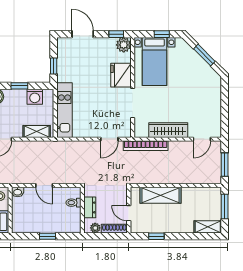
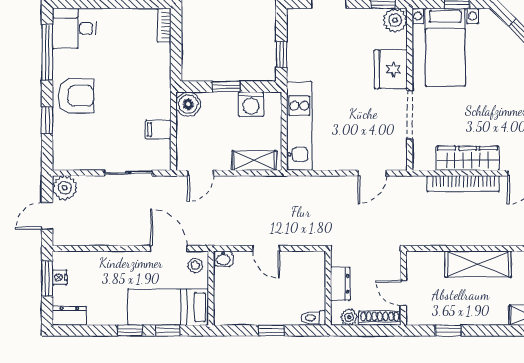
bookcase: (146, 146) -> (463, 184), moved
shelving: (161, 195) -> (478, 264), moved
toilet: (73, 203) -> (314, 318), moved

